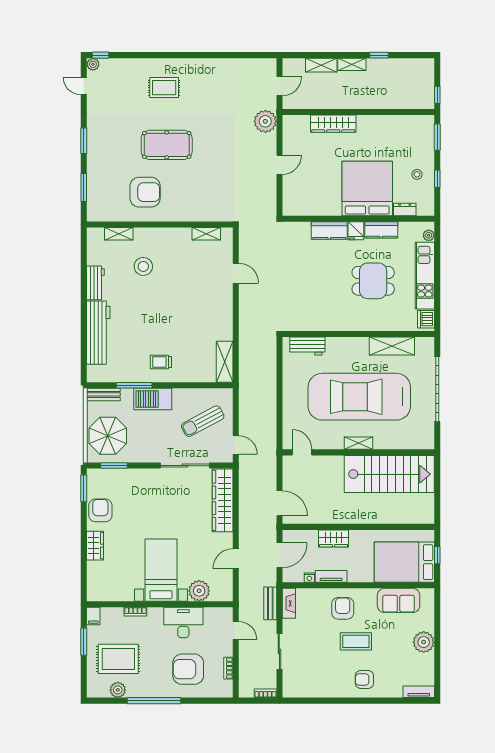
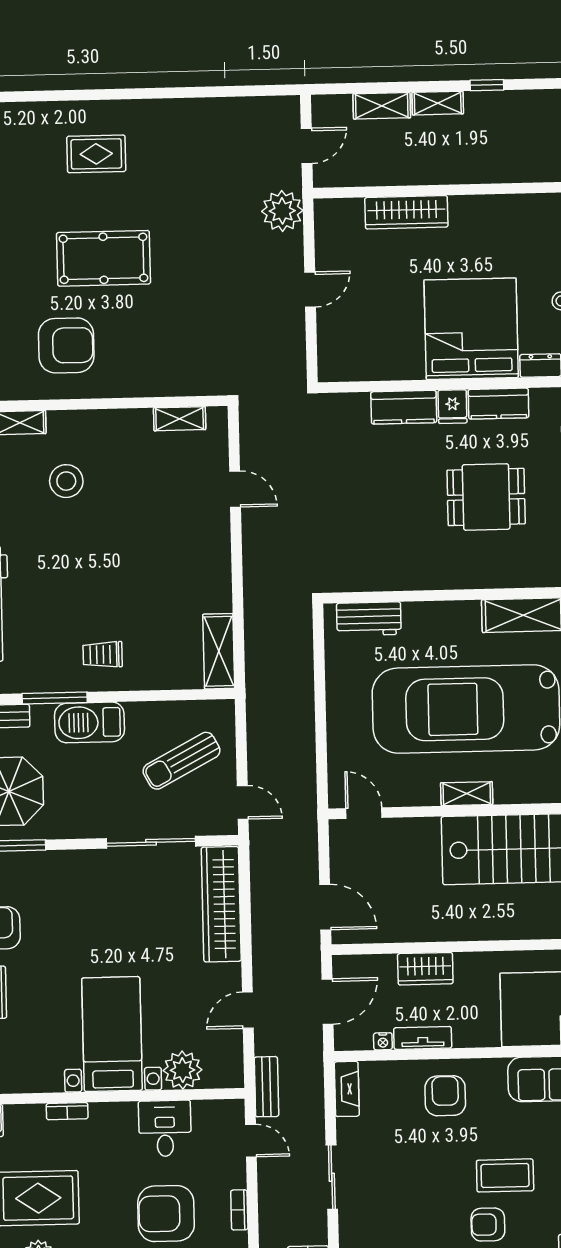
bench: (270, 603) -> (266, 1087), moved
desk: (183, 622) -> (165, 1128), width x0.73
coffee table: (356, 641) -> (505, 1175), moved

